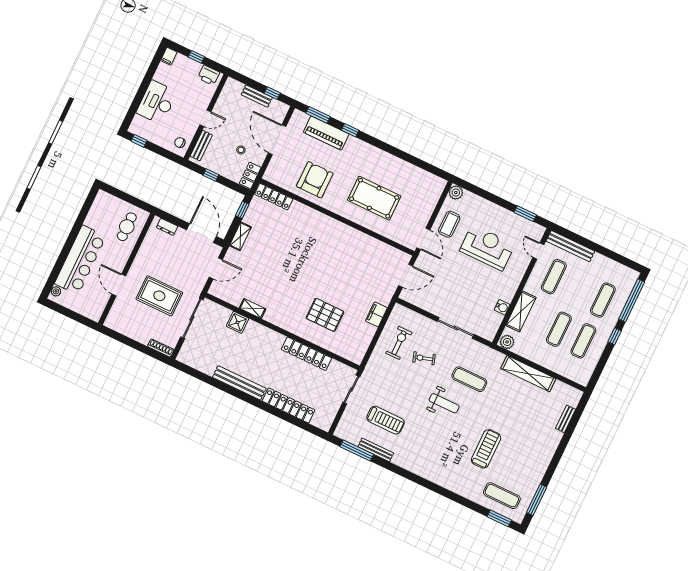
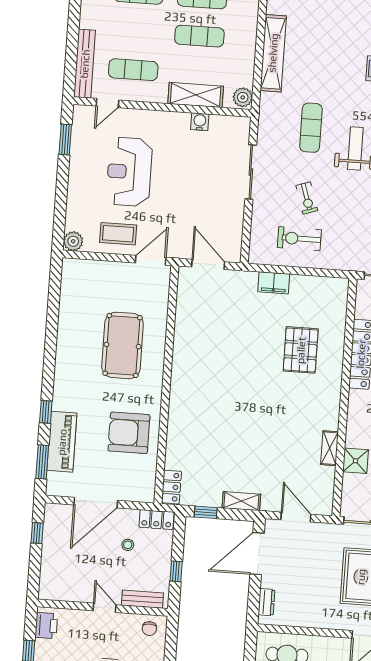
bench: (257, 96) -> (49, 552), removed
locker: (274, 197) -> (171, 487), width x0.66

